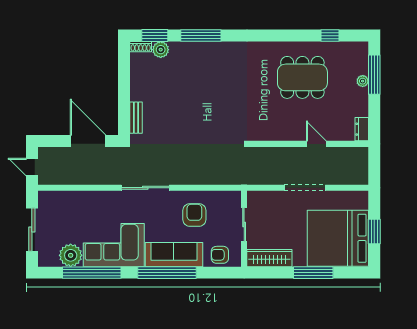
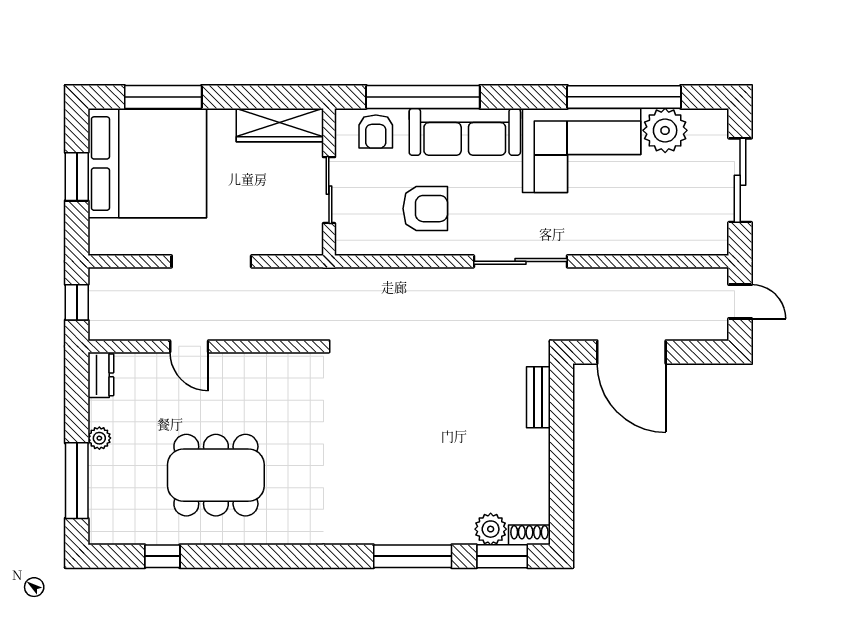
plant: (363, 81) -> (99, 438), moved
window: (374, 167) -> (77, 302), added
armchair: (194, 215) -> (425, 209), turned -90
armchair: (220, 255) -> (376, 132), turned 90
window: (167, 273) -> (423, 97), moved
window: (313, 273) -> (163, 97), moved

